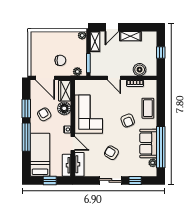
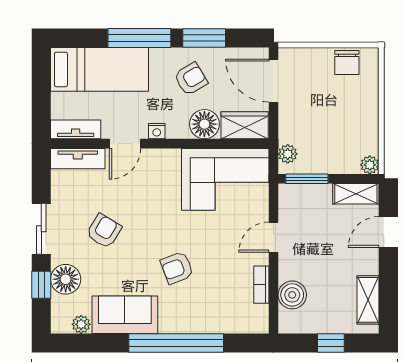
door: (112, 27) -> (388, 232), hinge flipped
shelving: (130, 36) -> (368, 300), moved
chair: (60, 60) -> (347, 63), moved
door: (45, 78) -> (273, 81), hinge flipped
coffee table: (148, 108) -> (205, 314), removed
corner sofa: (89, 114) -> (225, 179), moved
window: (161, 147) -> (176, 343), moved
floor lamp: (133, 170) -> (66, 279), added
window: (50, 180) -> (41, 91), removed

